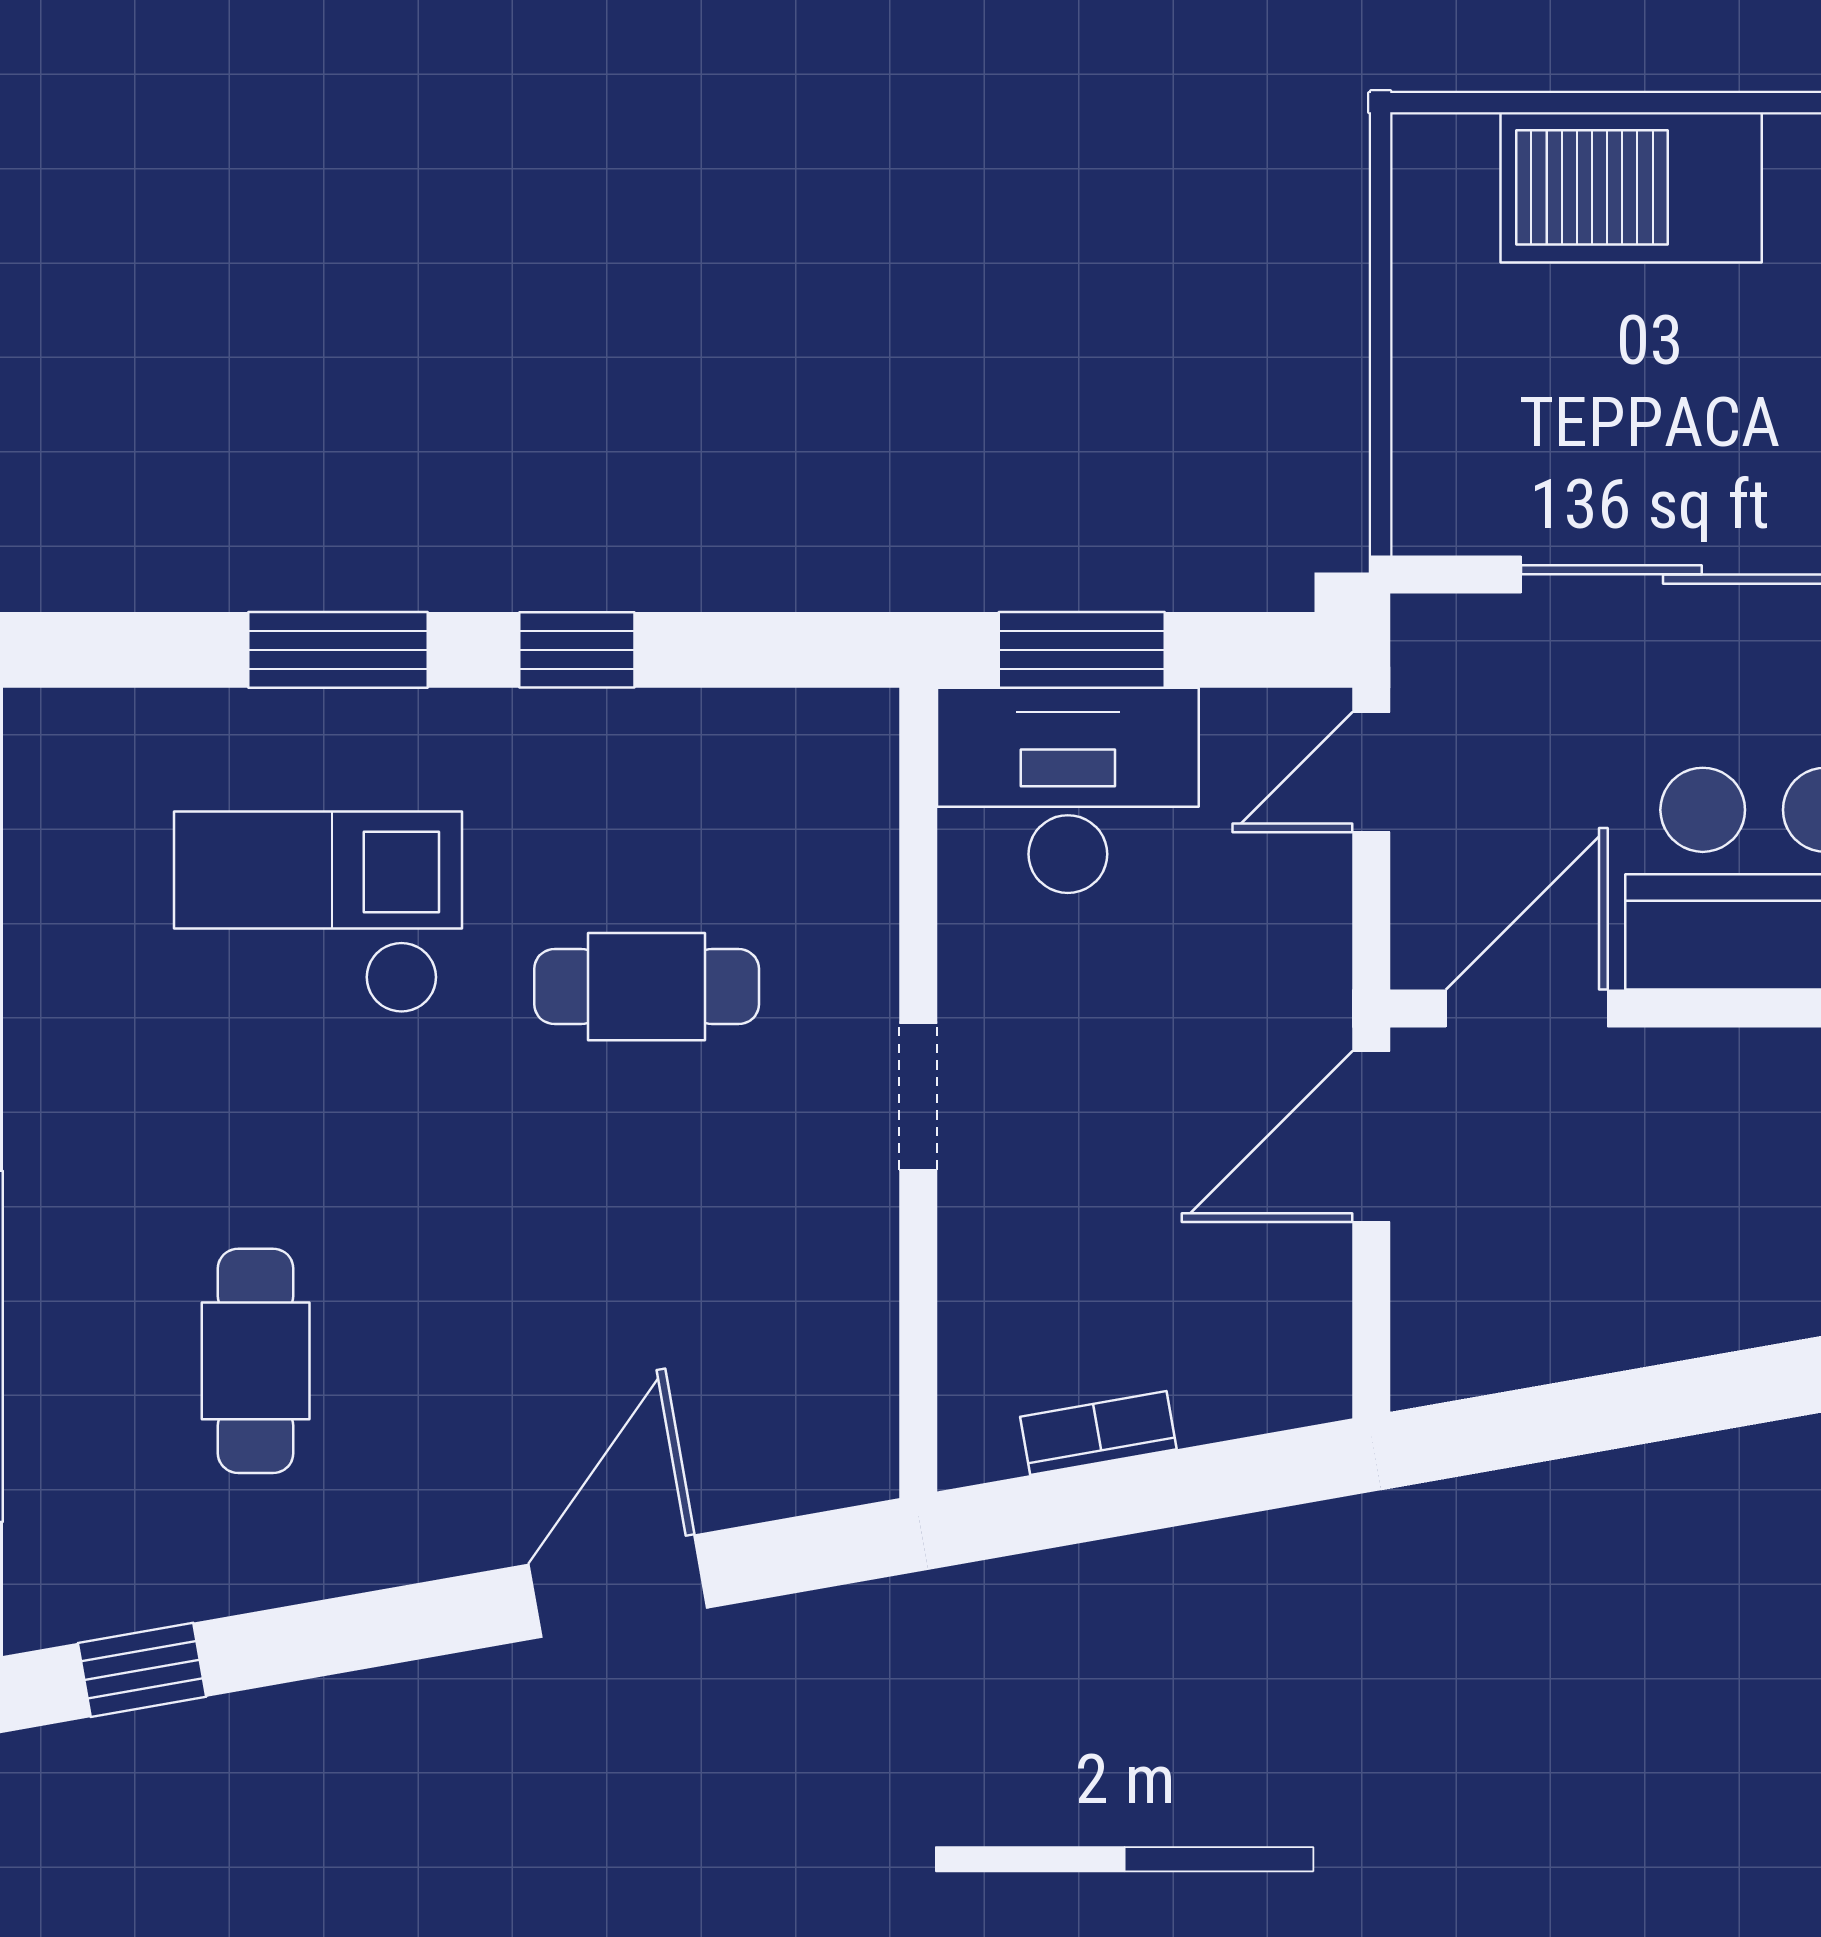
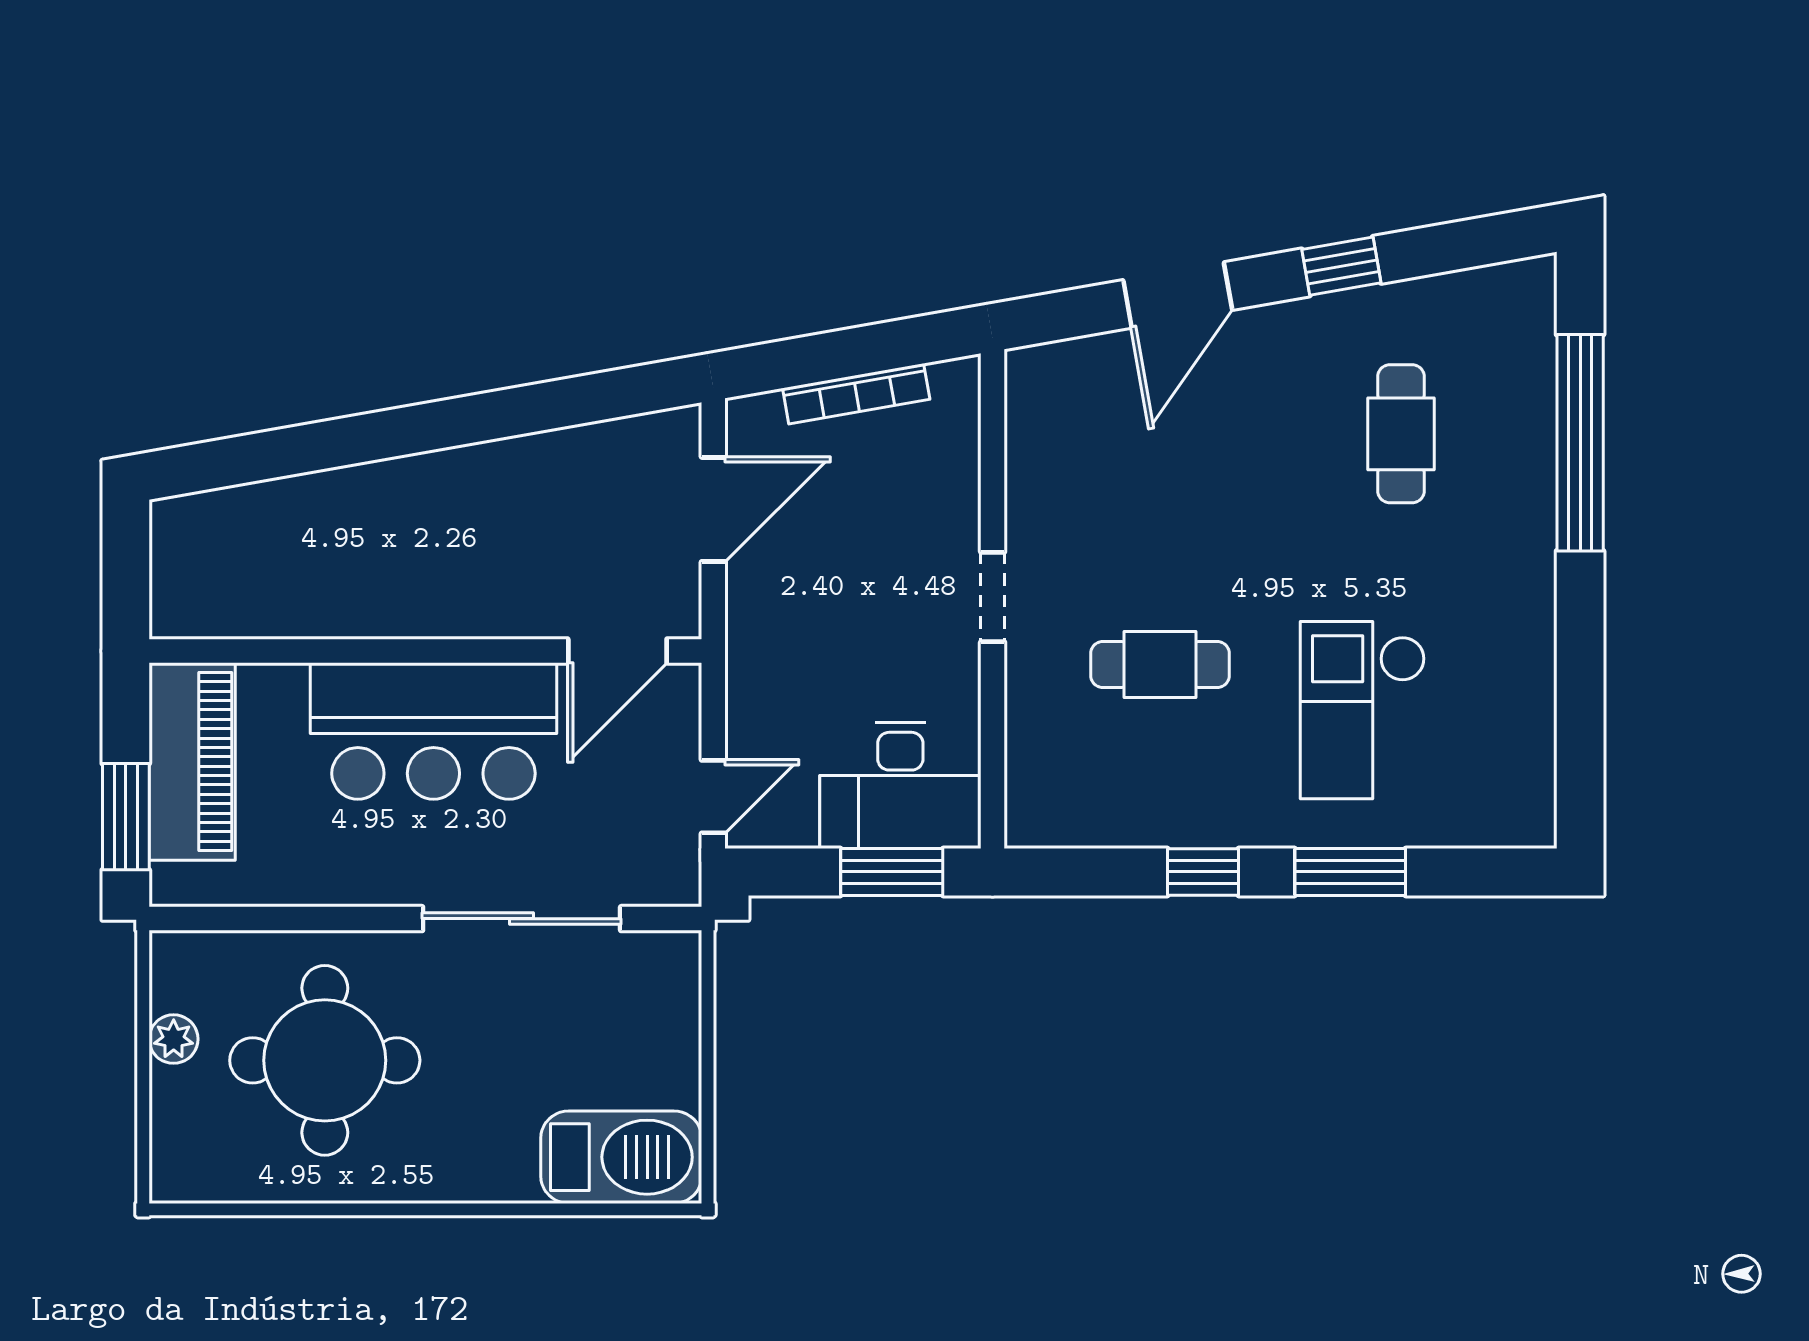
barbecue: (1631, 187) -> (621, 1157), moved
checkout: (318, 912) -> (1363, 710), turned 90
door: (1371, 1136) -> (713, 509), moved
bookcase: (1098, 1433) -> (856, 394), width x1.56
window: (142, 1670) -> (1341, 266), moved

